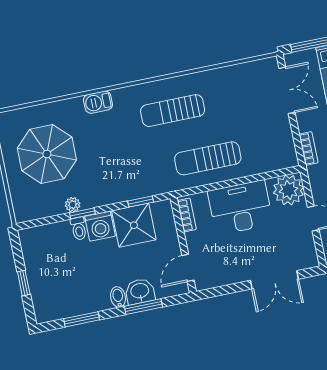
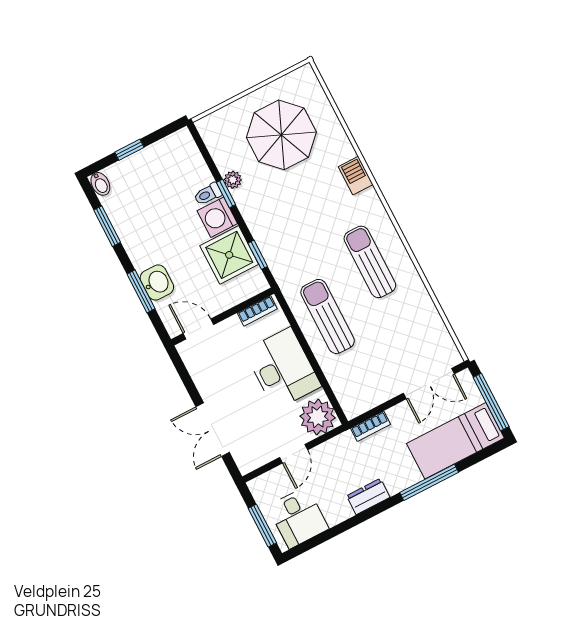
bidet: (118, 297) -> (100, 184), moved, turned 90

